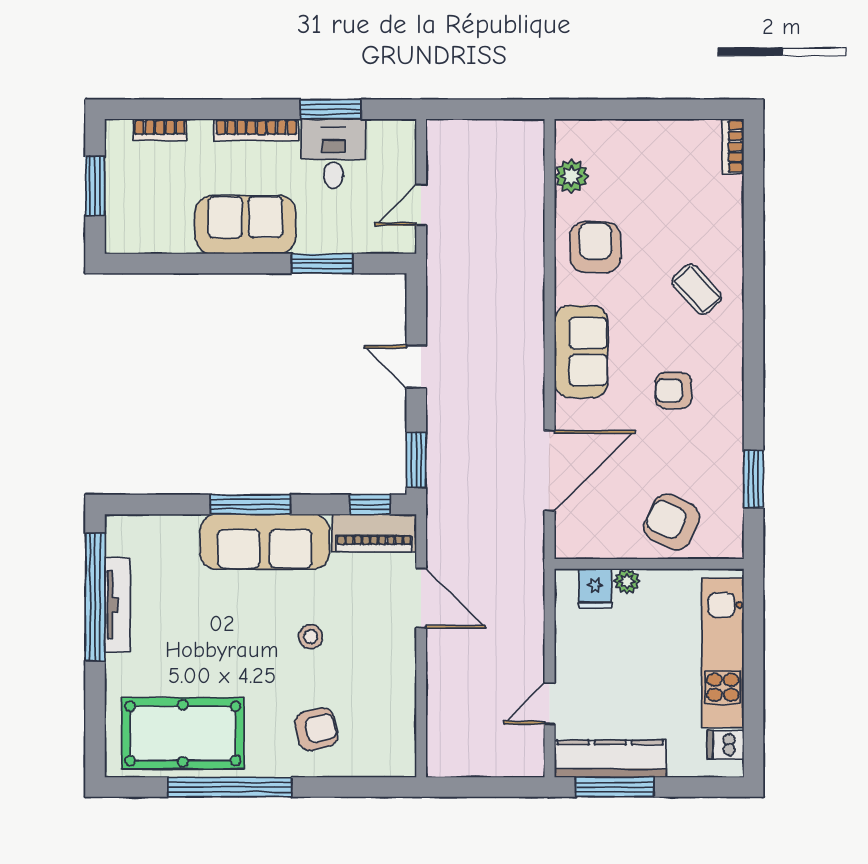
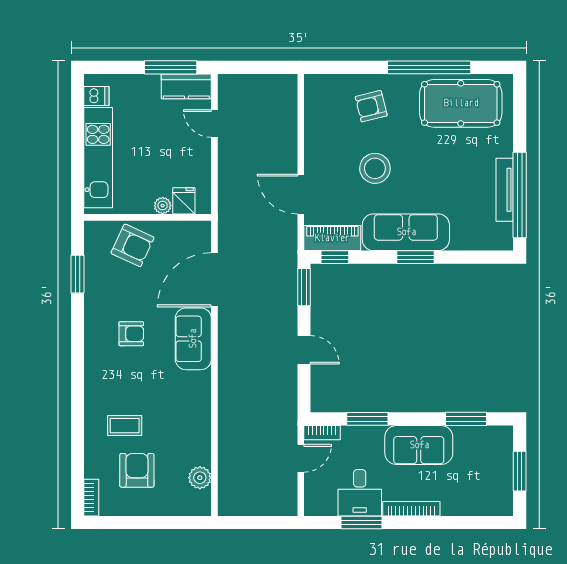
bookcase: (160, 130) -> (322, 433), moved, turned 180
armchair: (595, 247) -> (137, 470), moved, turned 180
window: (175, 264) -> (466, 419), added
coffee table: (697, 289) -> (125, 426), moved, turned -48
sofa: (581, 352) -> (193, 339), moved
window: (250, 504) -> (416, 257), width x0.69
stool: (311, 637) -> (375, 168), width x1.89, depth x1.89
door: (550, 703) -> (214, 124), swing flipped
kitchen counter: (610, 759) -> (186, 86), width x0.67

